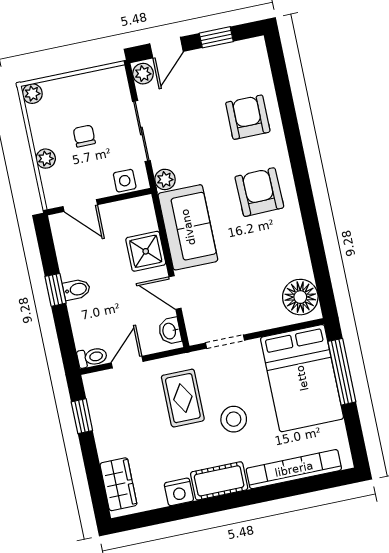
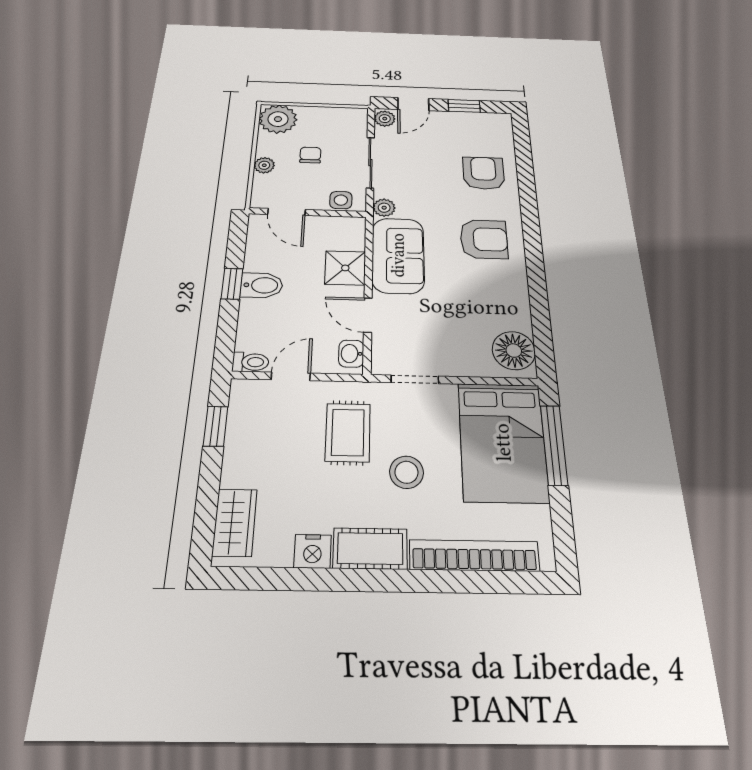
plant: (32, 94) -> (278, 119), width x1.88, depth x1.88
armchair: (259, 192) -> (484, 239), turned 91
bidet: (77, 289) -> (262, 285), width x1.38, depth x1.36

